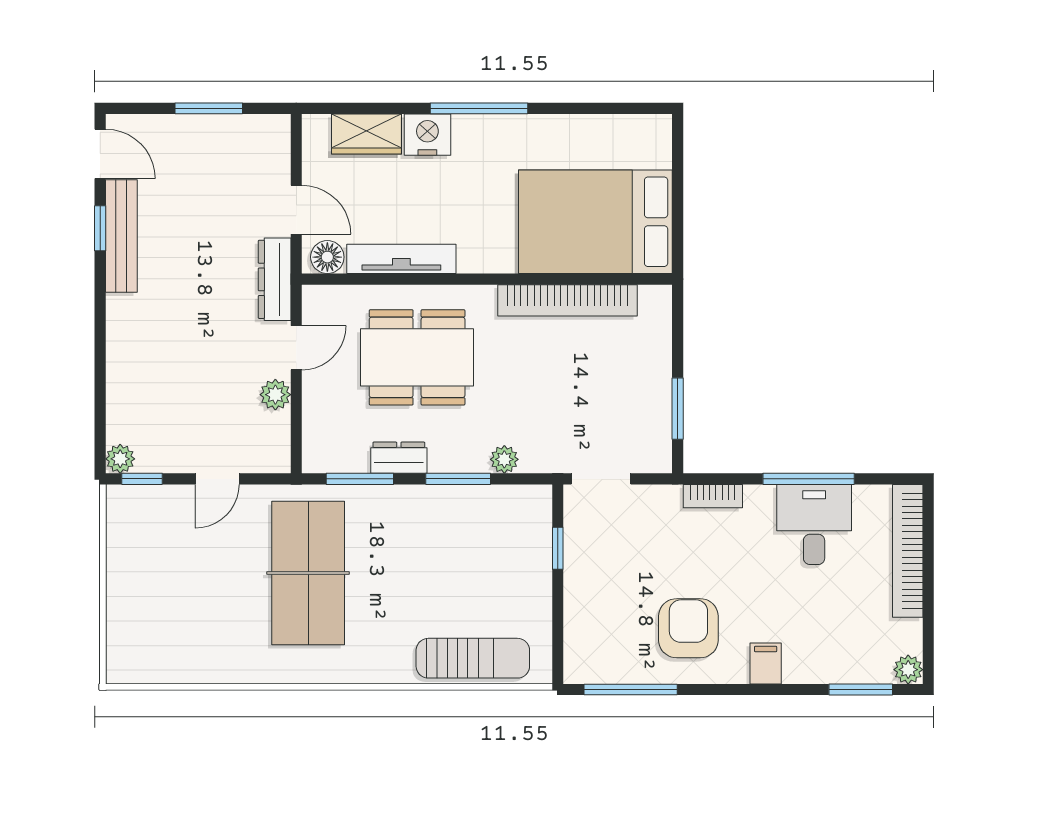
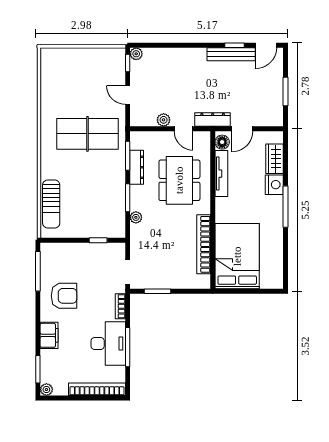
dresser: (399, 458) -> (137, 167), width x1.44
doorway: (601, 479) -> (128, 272), moved
desk: (814, 524) -> (108, 343), width x1.37
filing cabinet: (766, 663) -> (49, 335), width x2.00

